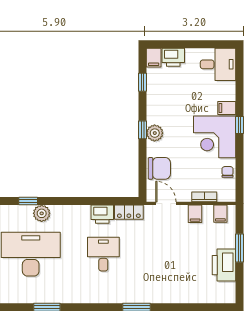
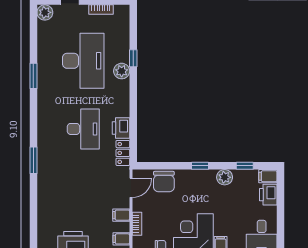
plant: (155, 133) -> (225, 177), moved
desk: (103, 254) -> (83, 129), width x1.37

